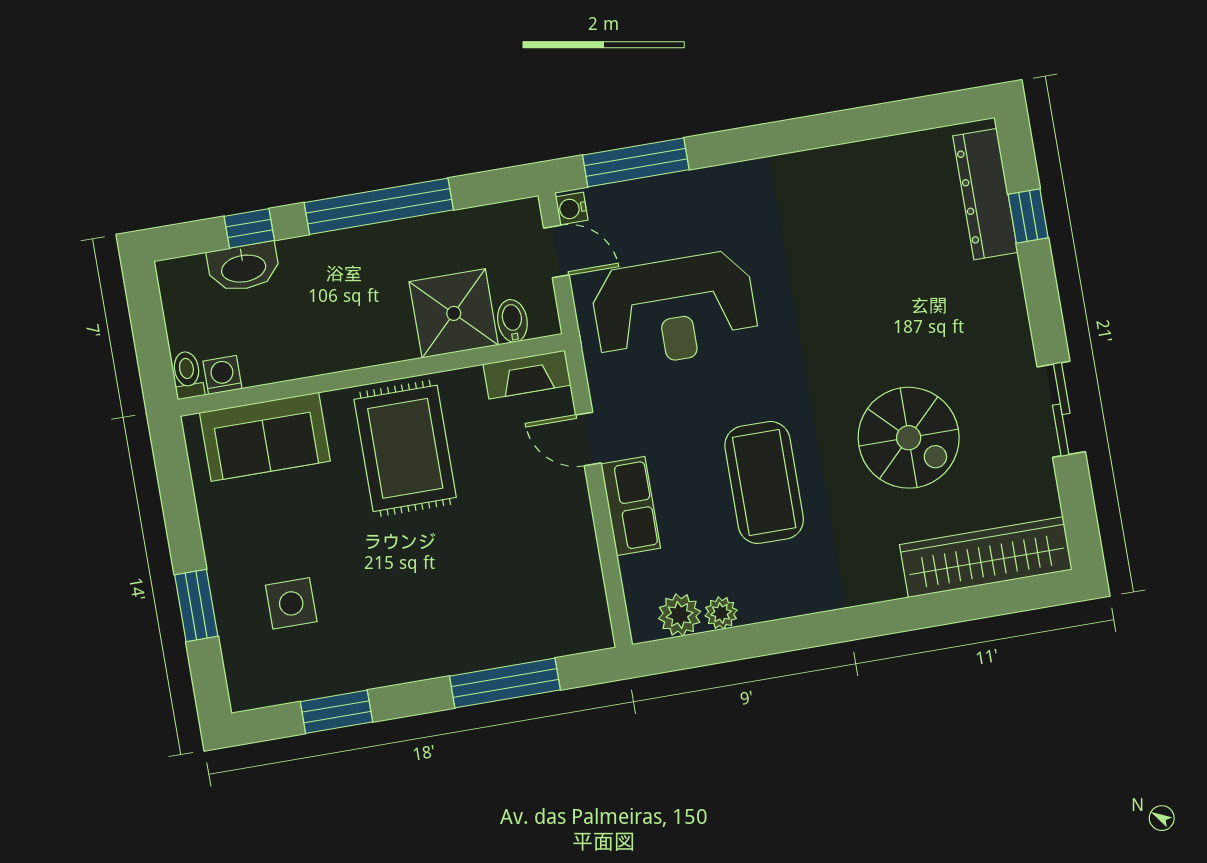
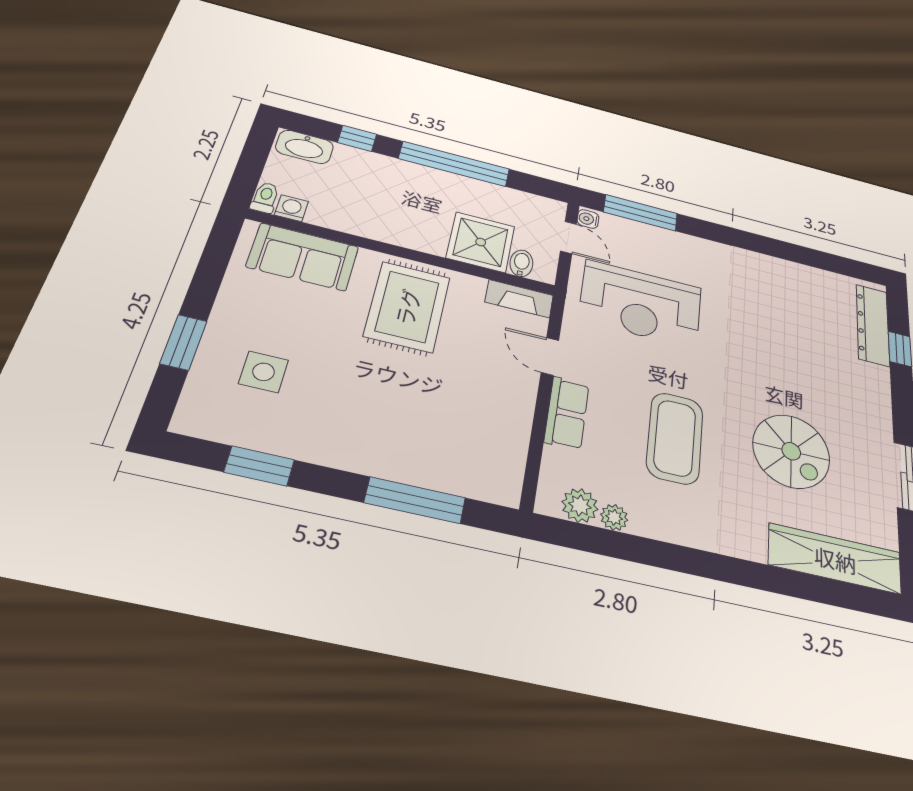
washbasin: (243, 267) -> (305, 147), moved

